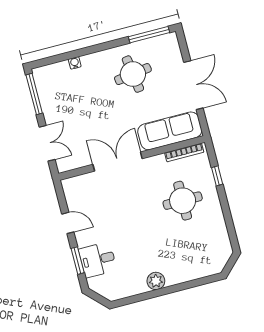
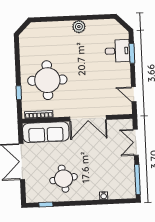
window: (149, 35) -> (46, 204), width x0.46
round table: (183, 201) -> (47, 80), width x1.36, depth x1.36
door: (68, 223) -> (134, 94), moved

